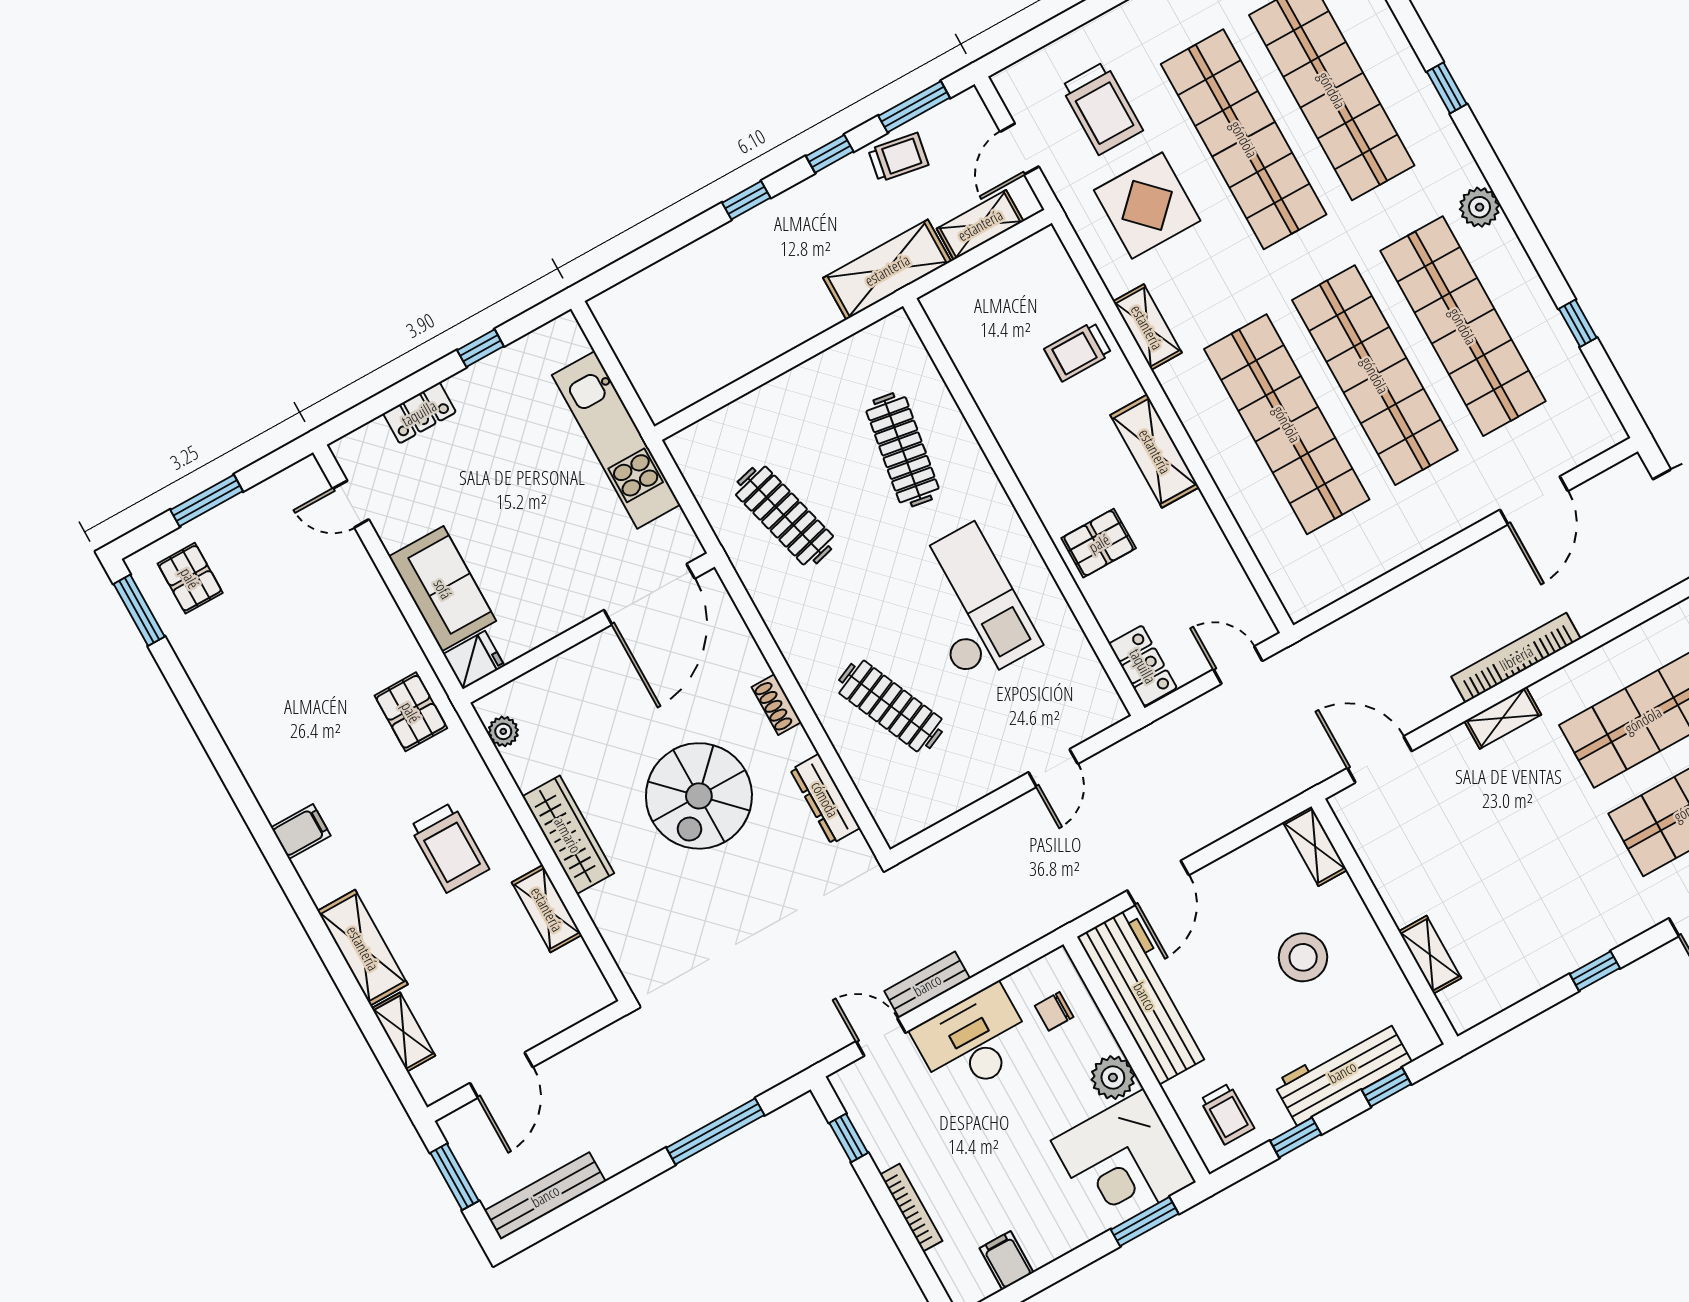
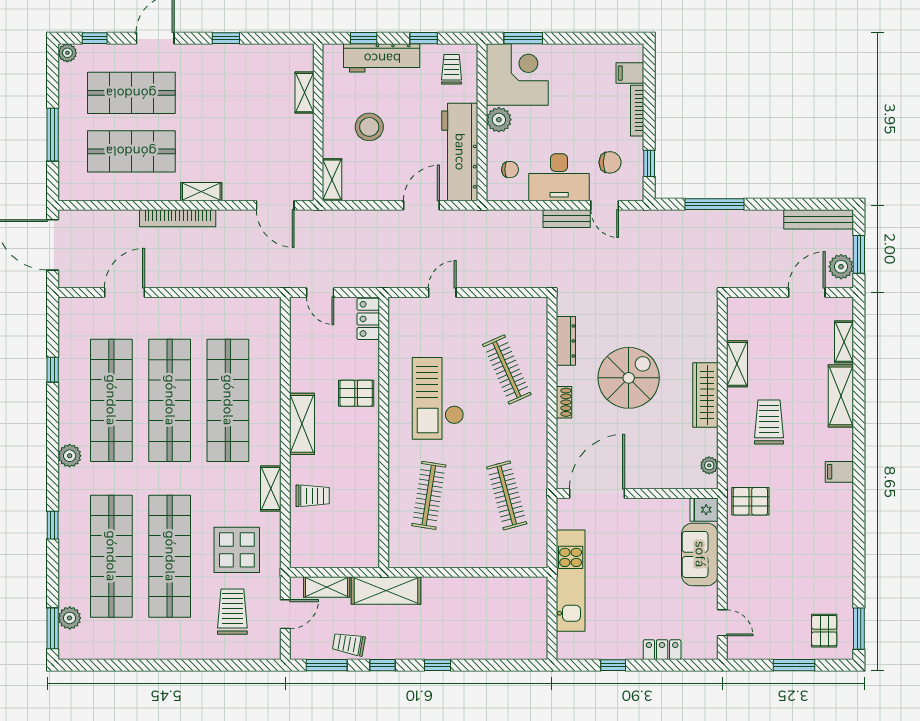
pallet: (411, 712) -> (750, 501), turned 90
chair: (909, 1107) -> (610, 162), added
plant: (471, 1143) -> (841, 267), added
filing cabinet: (1006, 1260) -> (630, 73), moved, turned 90

